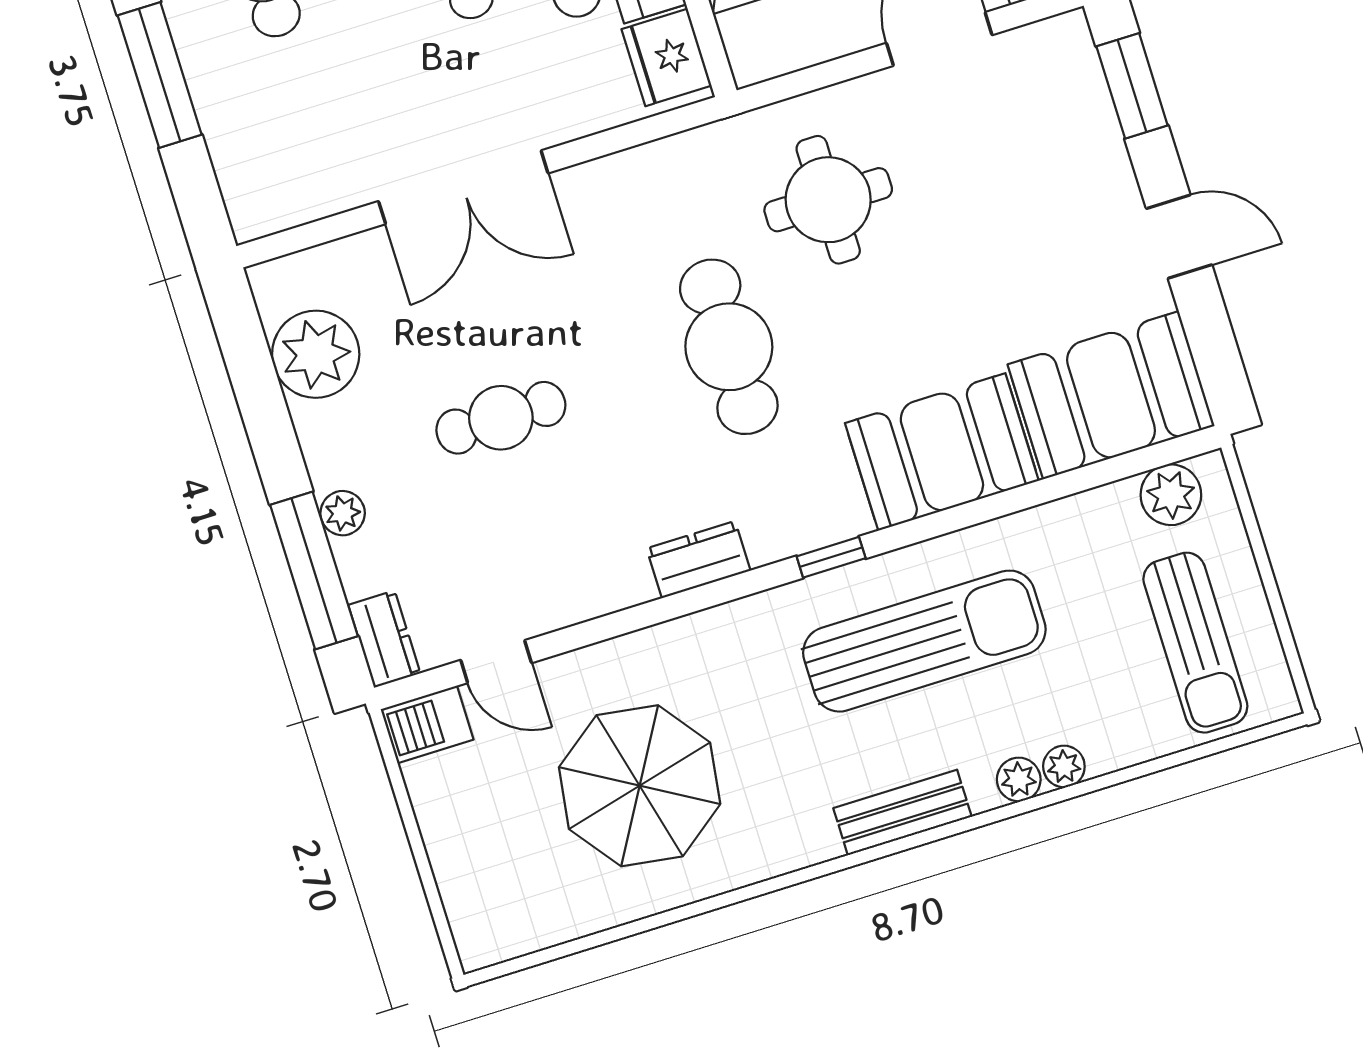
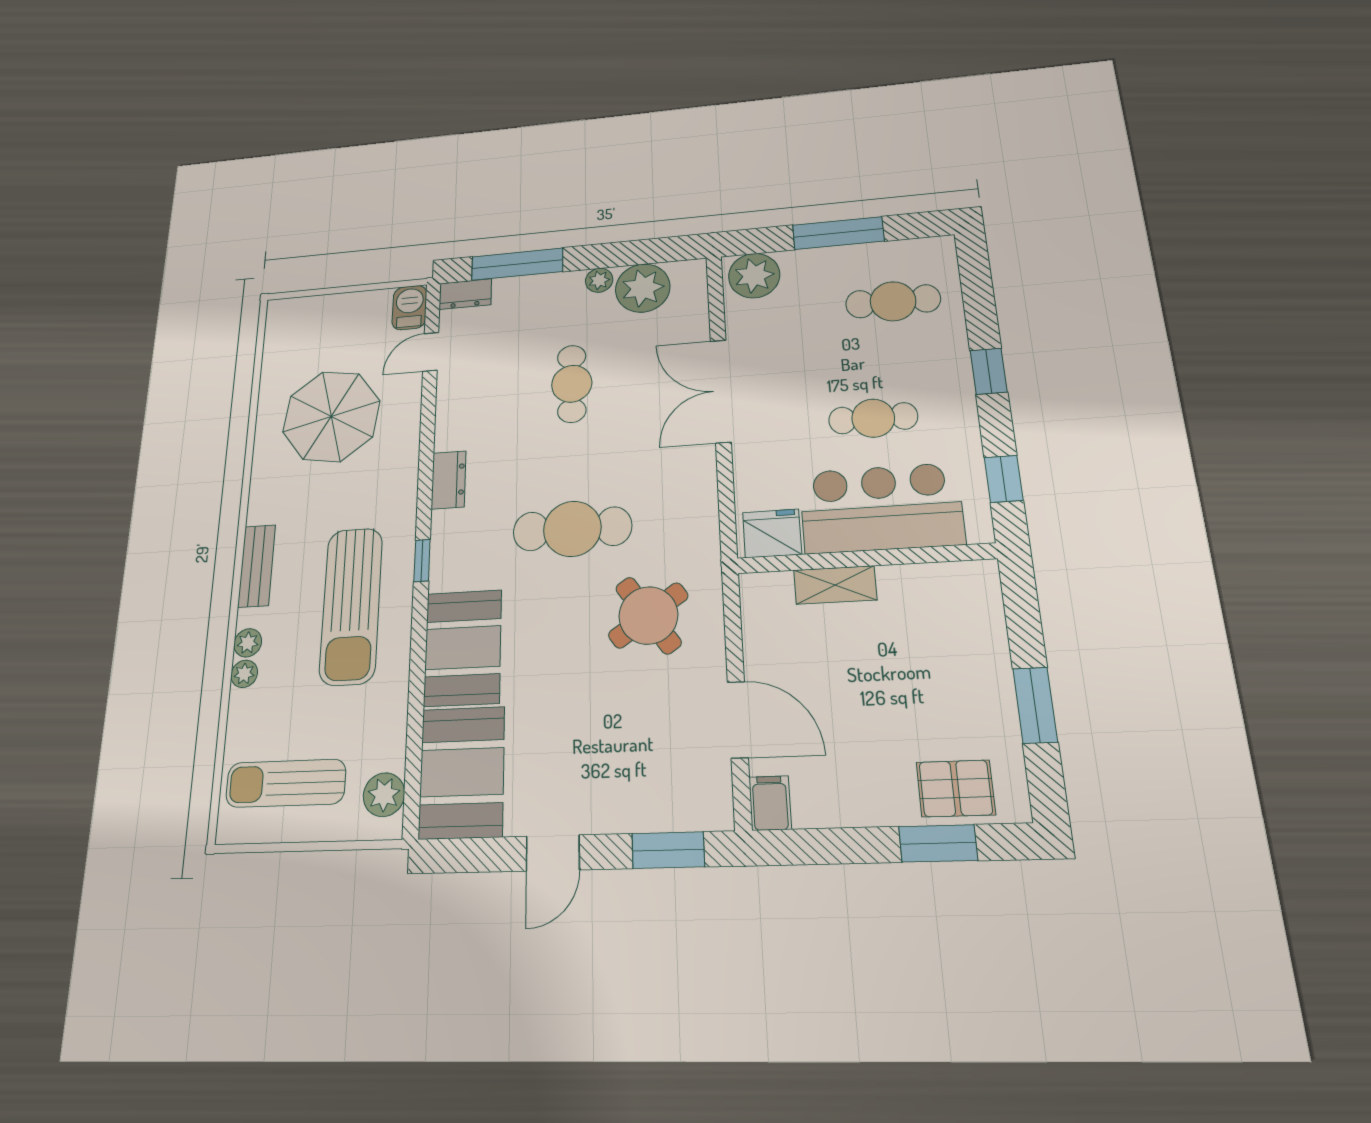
plant: (259, 186) -> (754, 276), added
round table: (828, 200) -> (648, 615), turned -35
plant: (343, 513) -> (599, 280), moved

